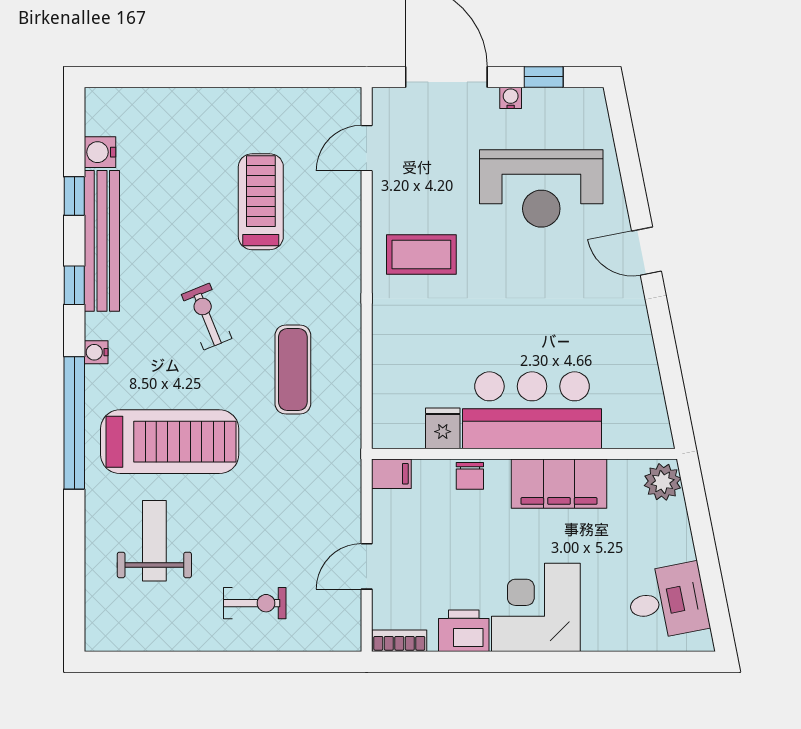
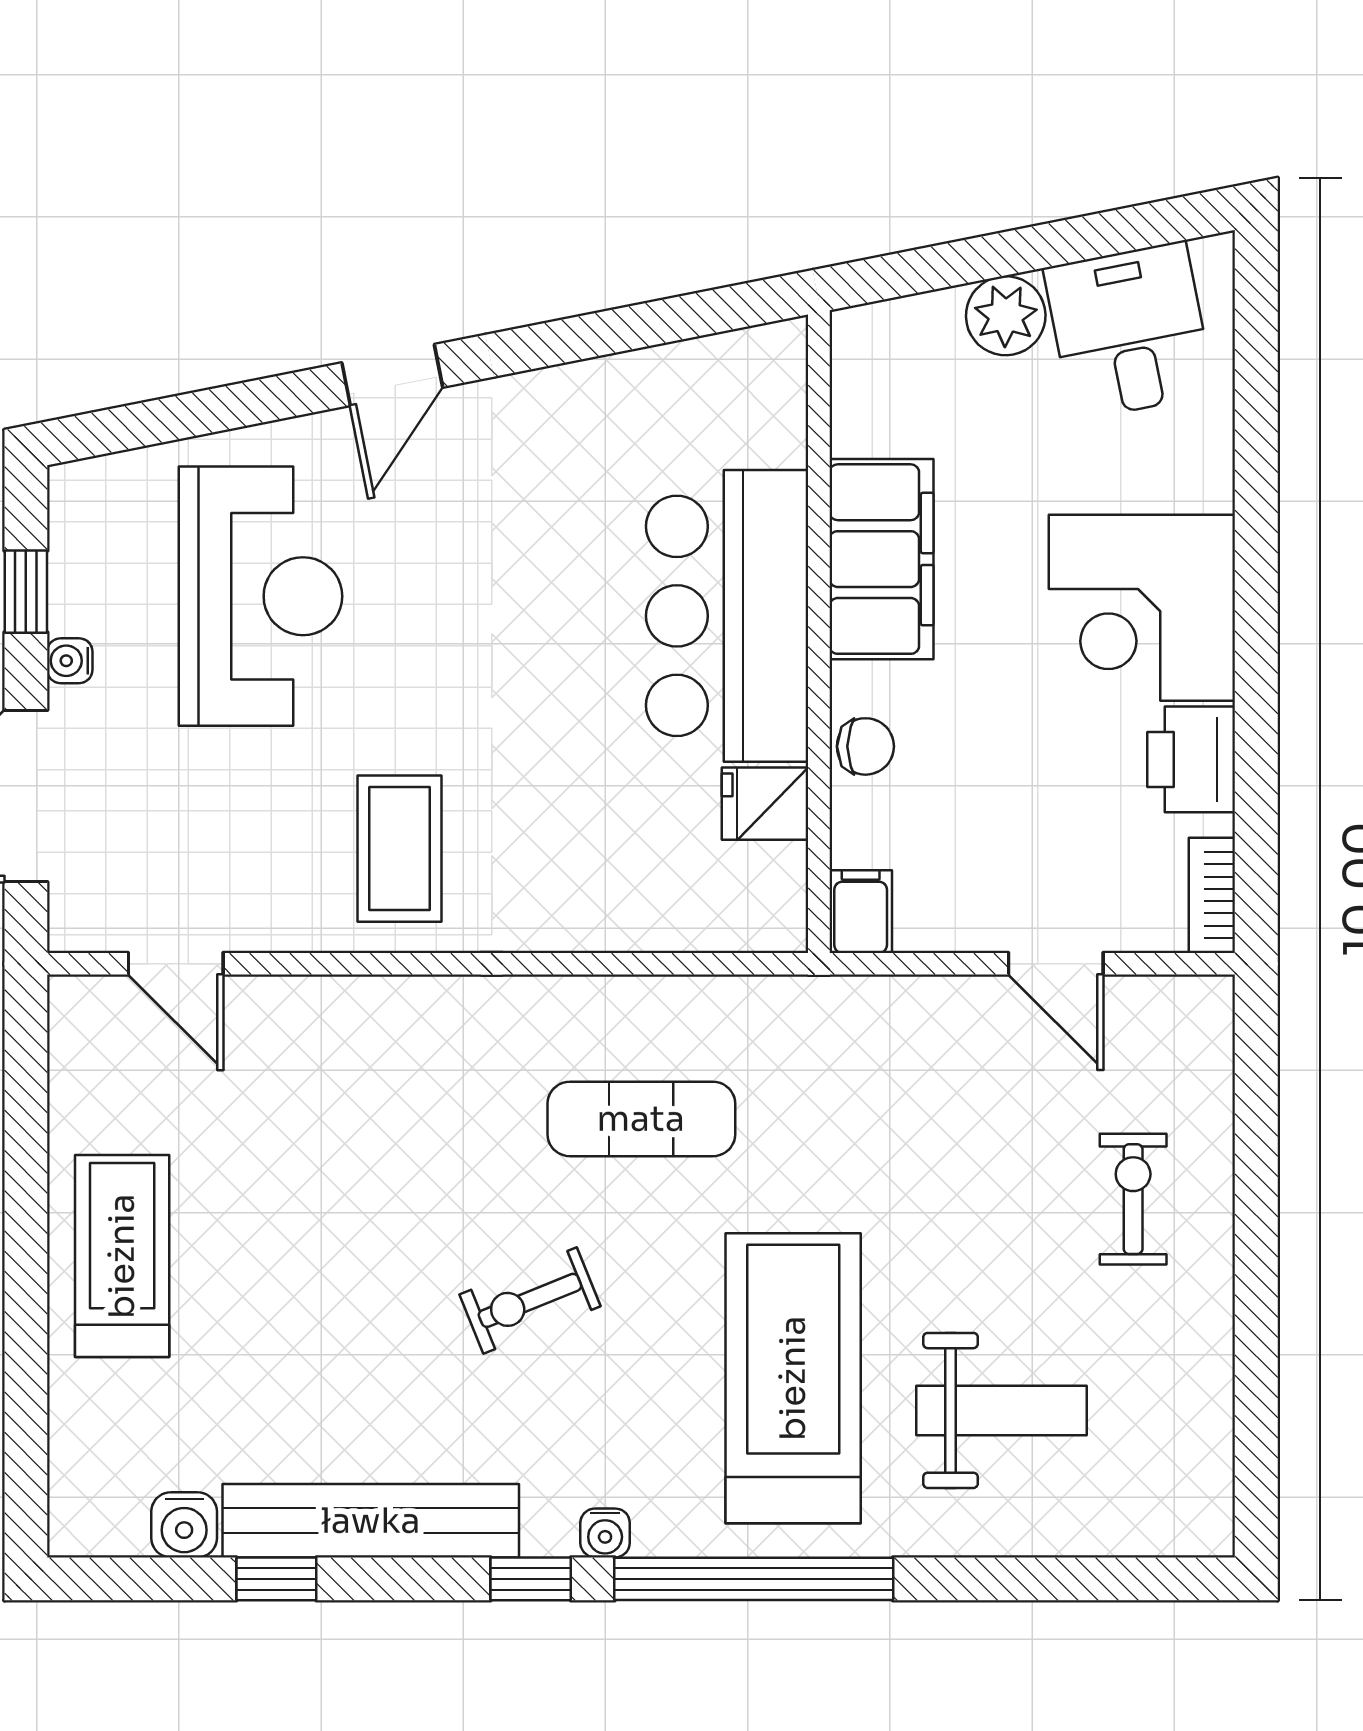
treadmill: (261, 202) -> (122, 1256), moved, turned 90
window: (74, 285) -> (531, 1579), moved
plant: (663, 482) -> (1006, 316), moved
weight bench: (154, 541) -> (1002, 1410), turned 180

